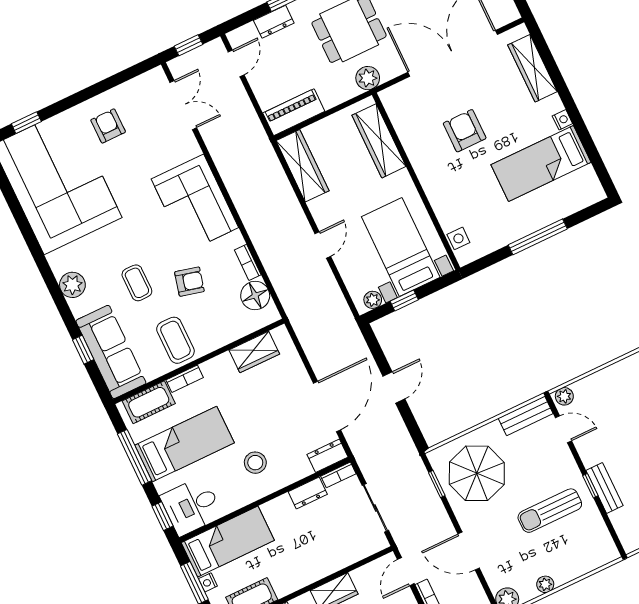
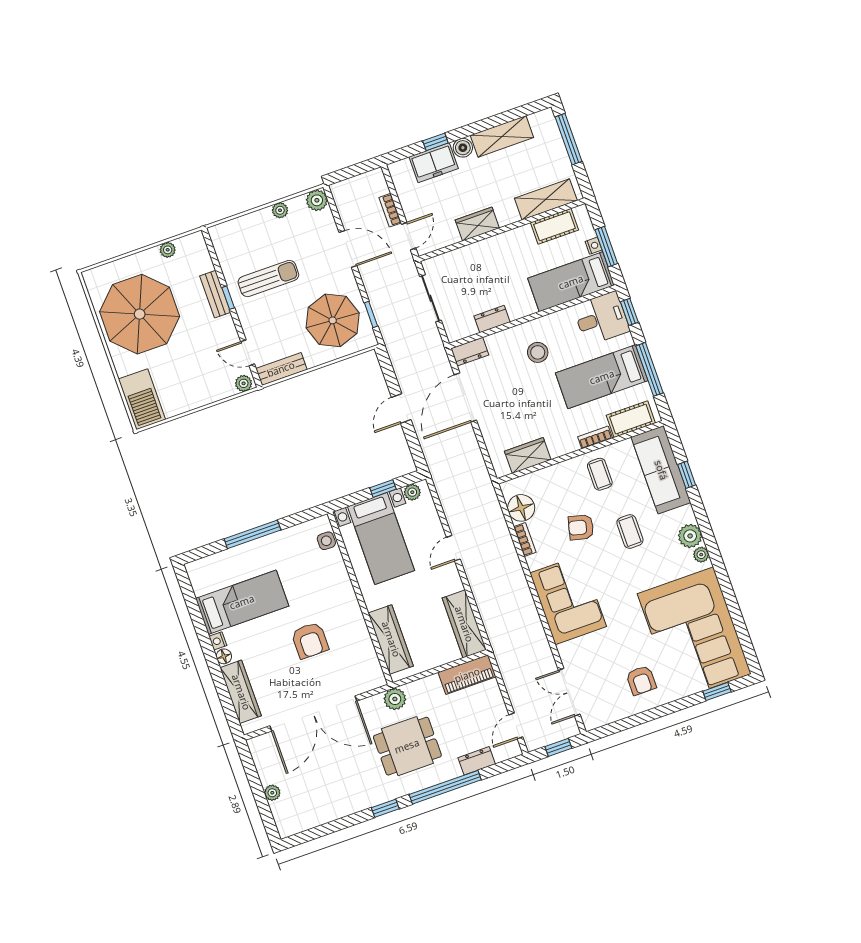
floor lamp: (554, 104) -> (224, 656), added
plant: (59, 266) -> (701, 555), added
coffee table: (175, 340) -> (600, 474), width x0.73, depth x0.77
bookcase: (338, 475) -> (462, 333), removed

